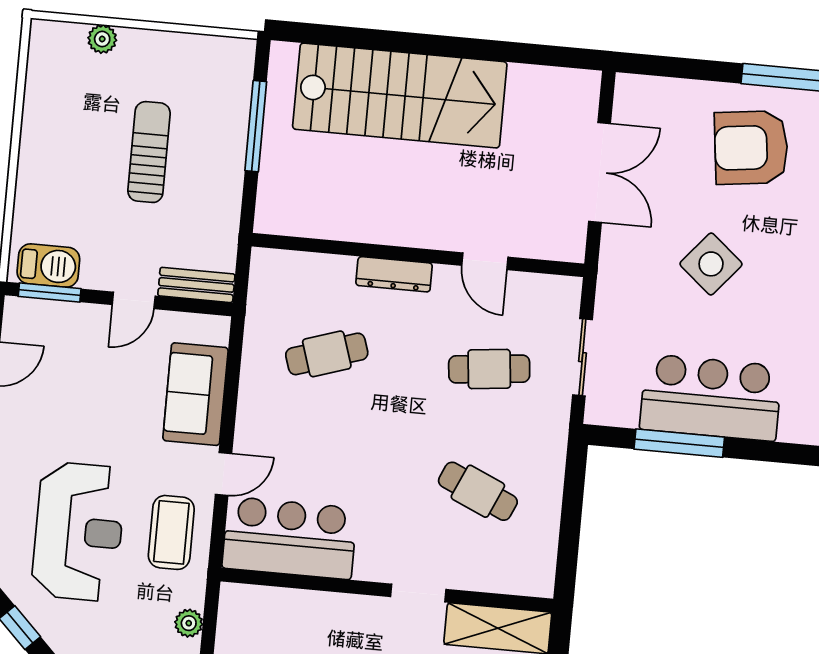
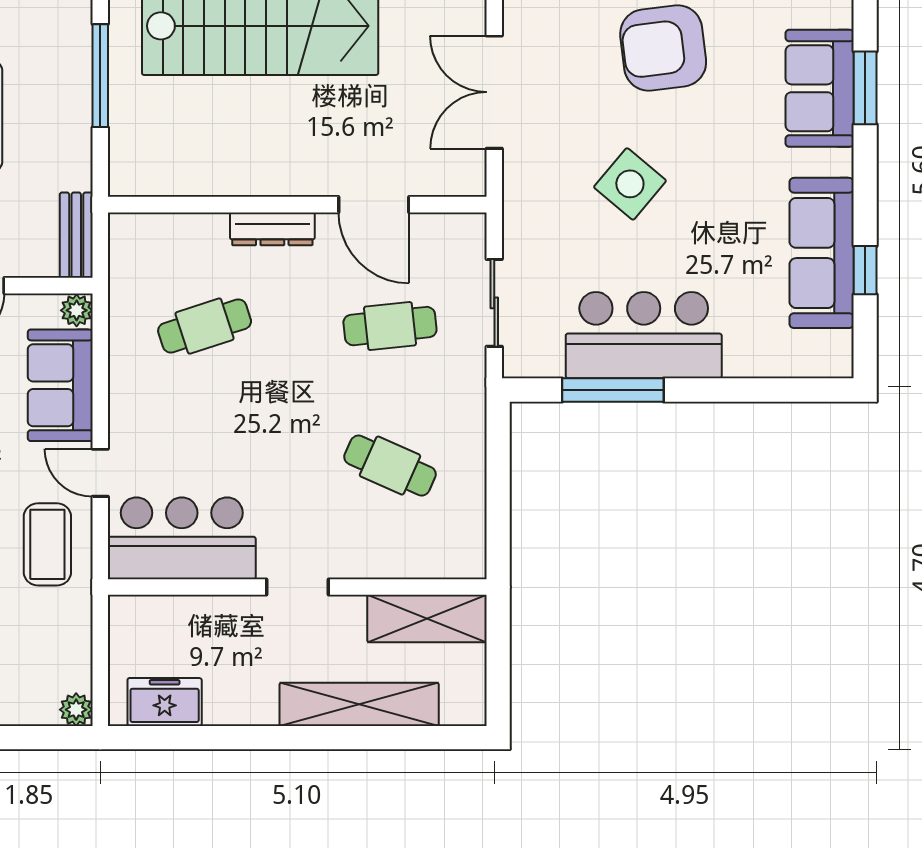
double door: (600, 173) -> (494, 92), swing flipped
door: (485, 261) -> (374, 205), width x1.38
bench: (196, 285) -> (76, 235), moved, turned 90
door: (223, 474) -> (100, 473), swing flipped
doorway: (418, 593) -> (298, 587), moved
plant: (189, 623) -> (77, 310), moved

